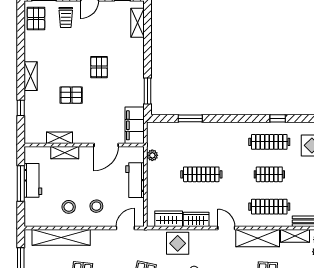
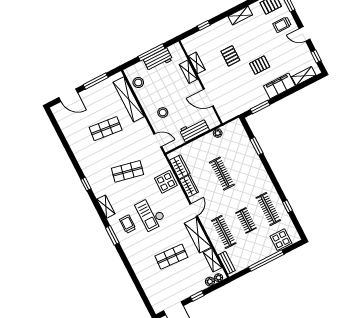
shelving: (31, 76) -> (240, 15), moved
filing cabinet: (135, 125) -> (279, 86), moved
stool: (69, 207) -> (138, 82), moved

